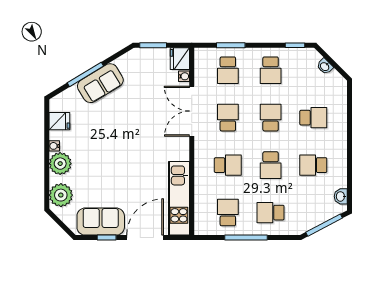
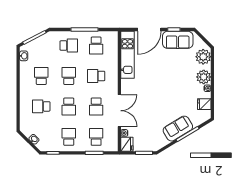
school desk: (313, 165) -> (41, 76), turned -90

